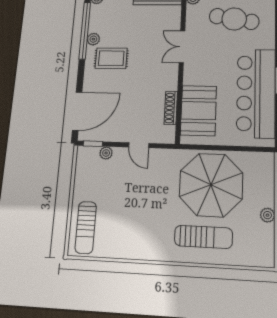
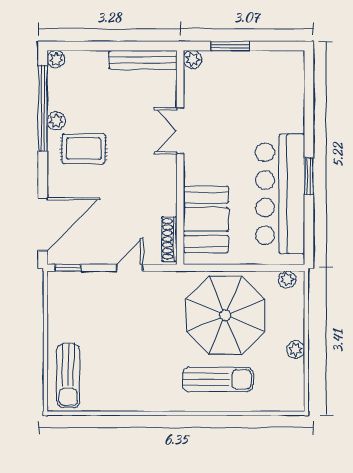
cafe table: (234, 19) -> (250, 90), removed
shoe rack: (171, 108) -> (169, 239), moved
door: (139, 145) -> (130, 268), swing flipped
plant: (106, 153) -> (287, 280), moved

